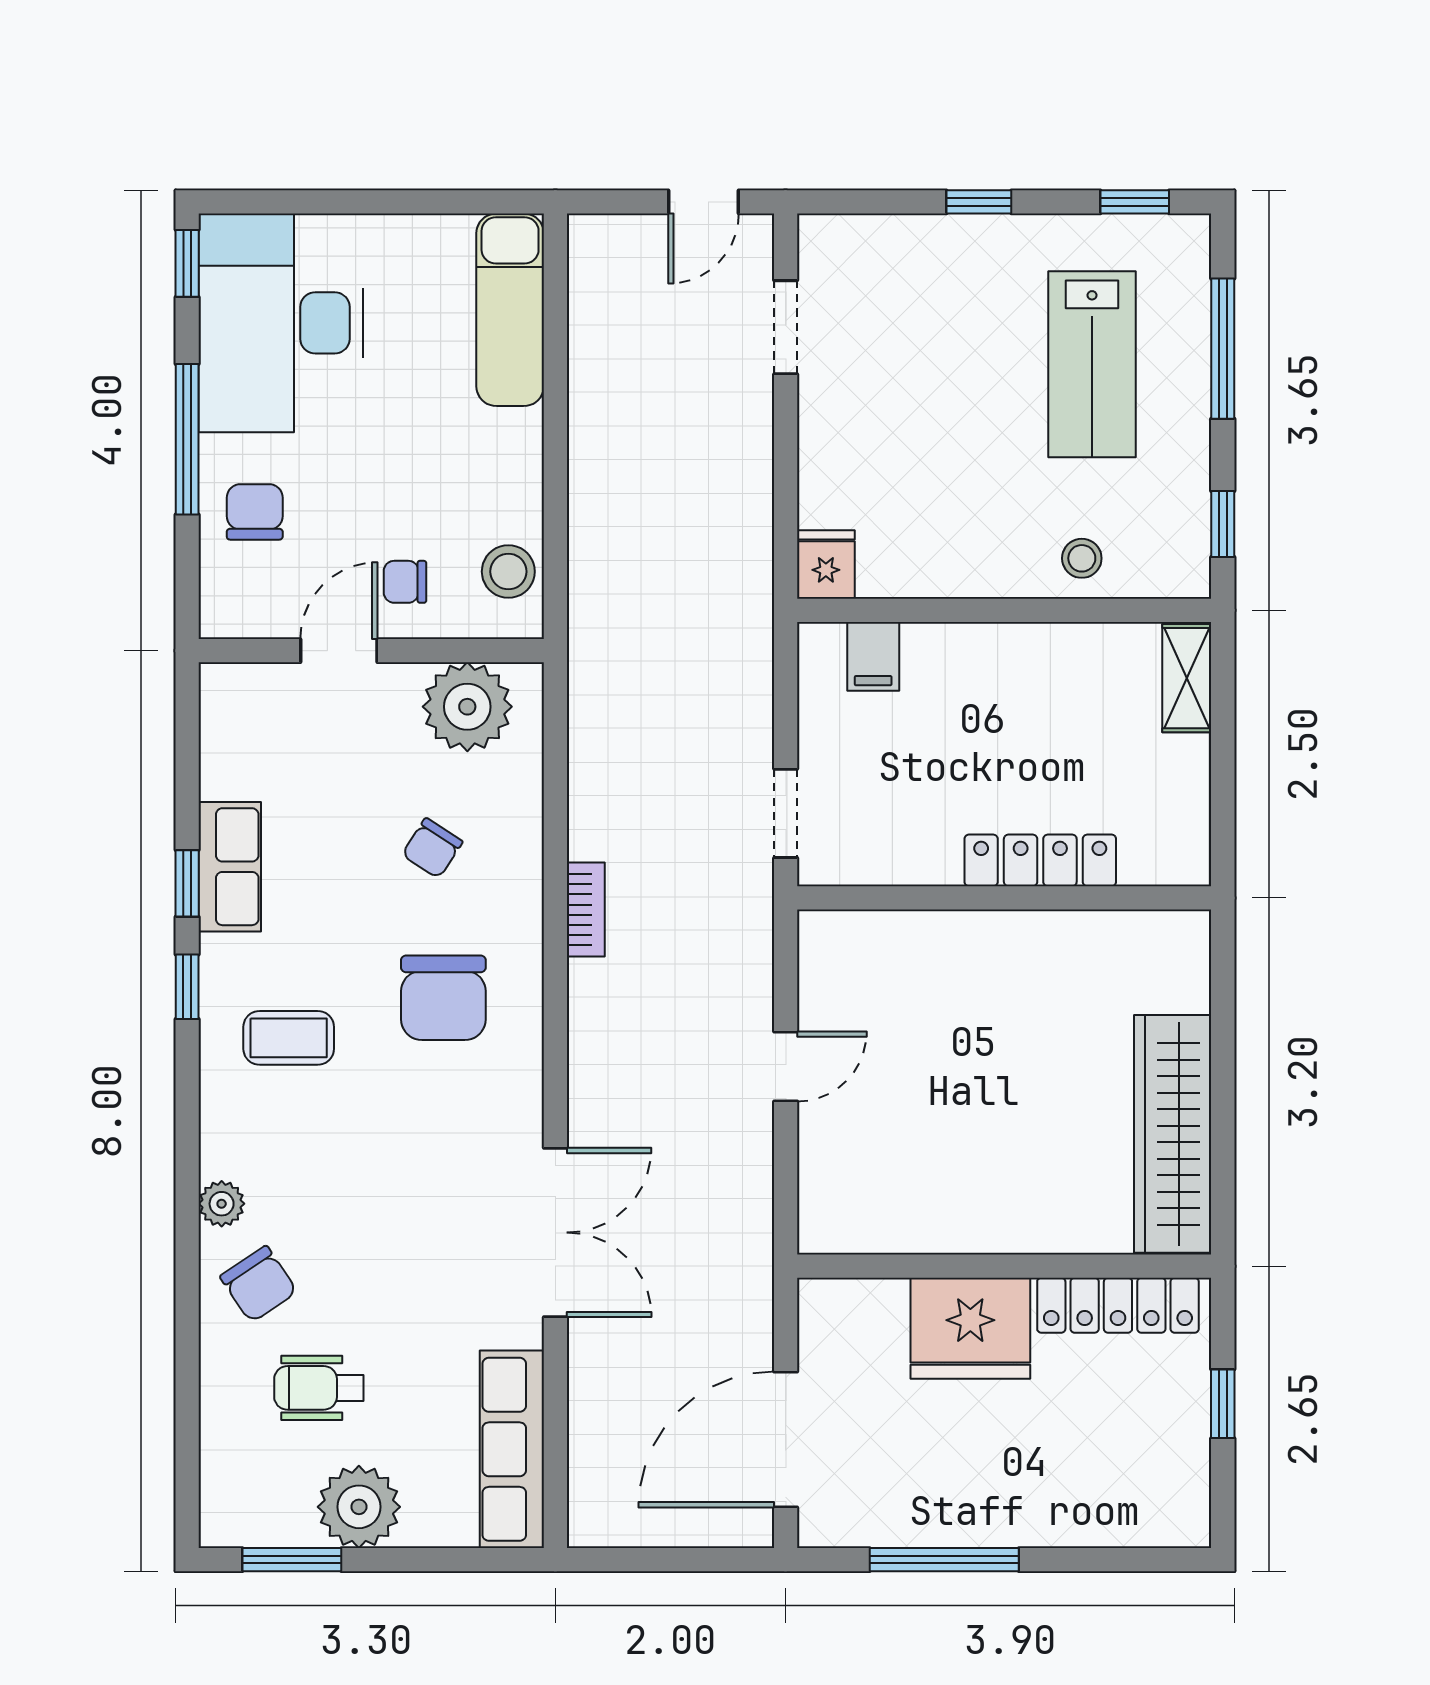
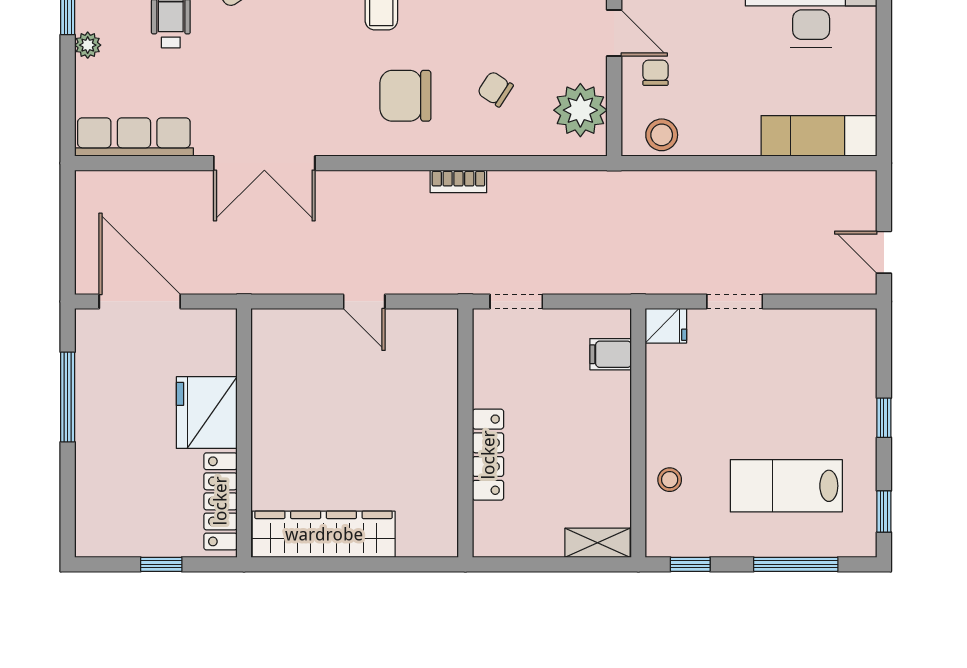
doorway: (786, 327) -> (735, 301), moved
plant: (359, 1507) -> (88, 45), width x0.53, depth x0.53

